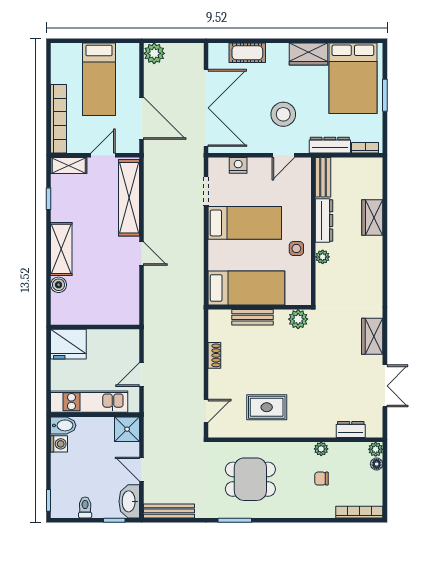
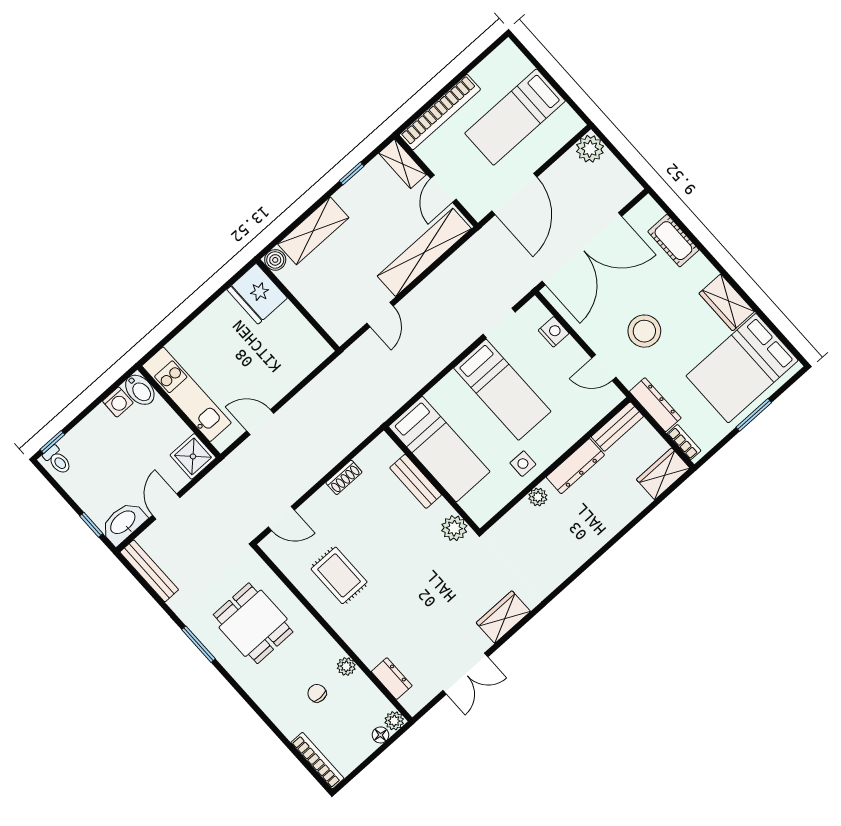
door: (103, 155) -> (443, 189), swing flipped
wardrobe: (372, 218) -> (663, 474), moved
wall: (95, 327) -> (298, 305), moved
fridge: (68, 344) -> (257, 294), moved
toilet: (85, 507) -> (58, 460), moved, turned 90

